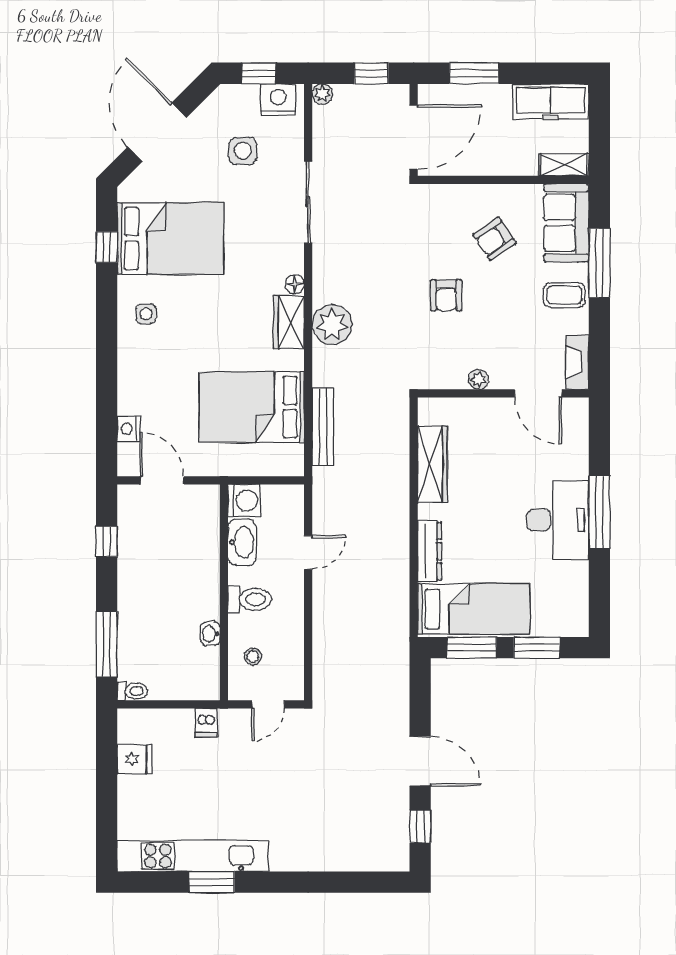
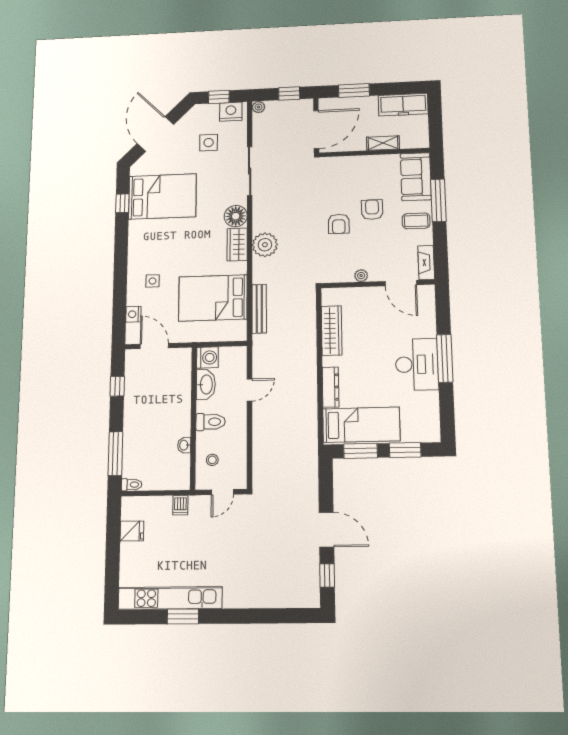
shelving: (564, 165) -> (383, 143), moved
armchair: (494, 239) -> (372, 210), moved, turned 124
floor lamp: (295, 284) -> (236, 216), width x1.89, depth x1.89
side table: (146, 314) -> (153, 281), moved

